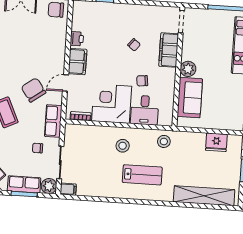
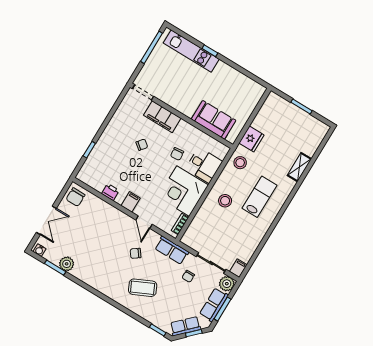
filing cabinet: (77, 62) -> (131, 202), width x0.50
plant: (188, 69) -> (188, 108), removed
chair: (33, 90) -> (135, 253), width x0.54, depth x0.54
fridge: (216, 142) -> (251, 139), moved
shelving: (204, 196) -> (299, 167), width x0.45, depth x0.75

